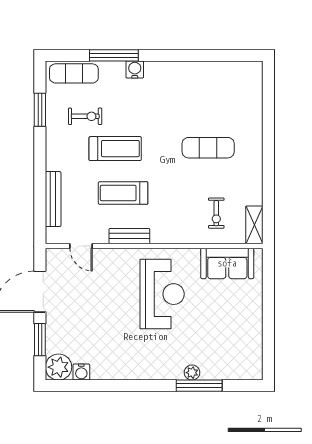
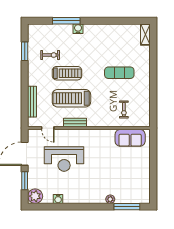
exercise mat: (74, 73) -> (44, 31), removed
treadmill: (123, 193) -> (71, 98), width x1.37, depth x1.38
shelving: (254, 225) -> (145, 34), moved
reception desk: (162, 294) -> (64, 159), moved, turned 90
water cooler: (81, 372) -> (58, 199), moved
window: (199, 386) -> (127, 207), moved

